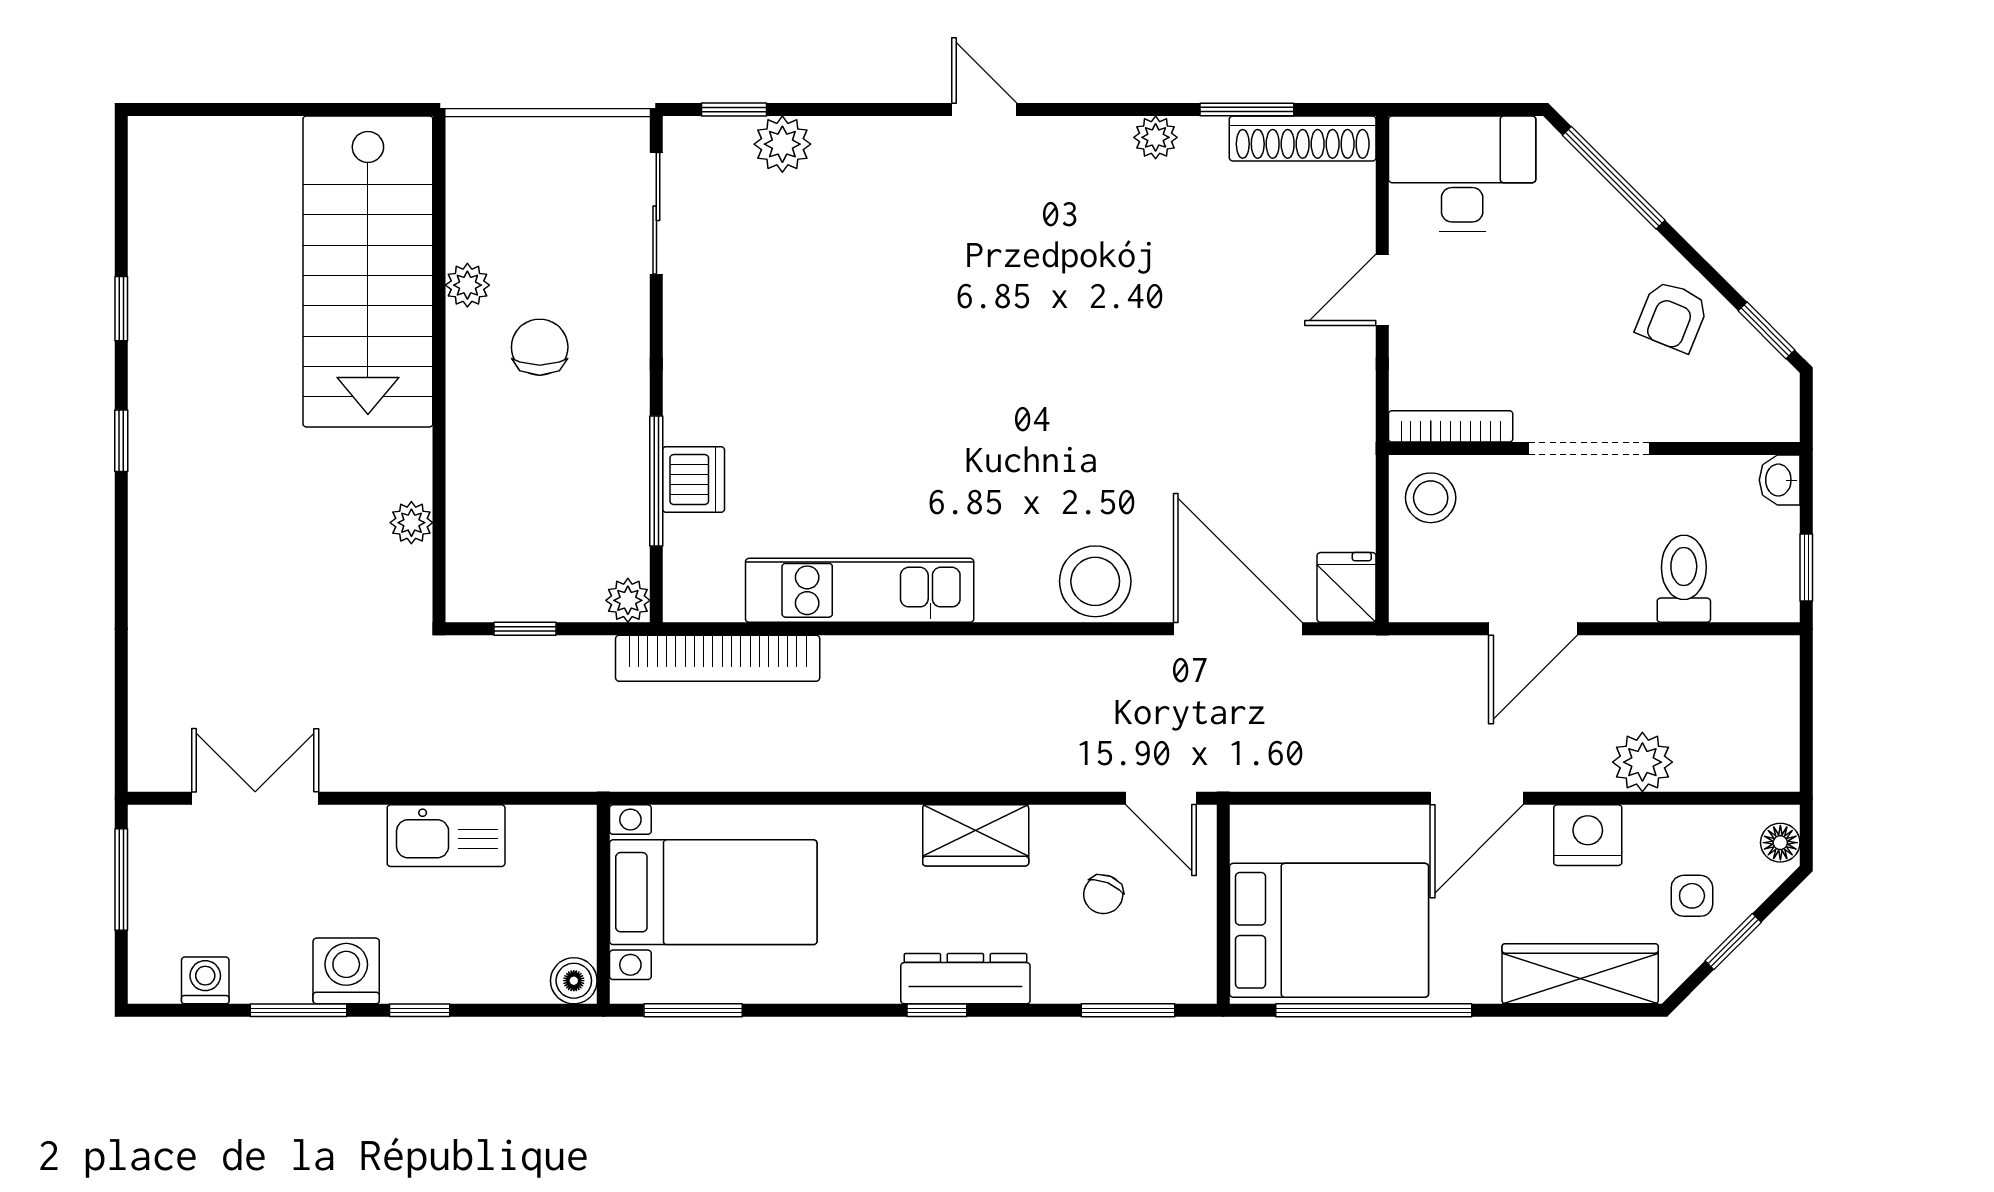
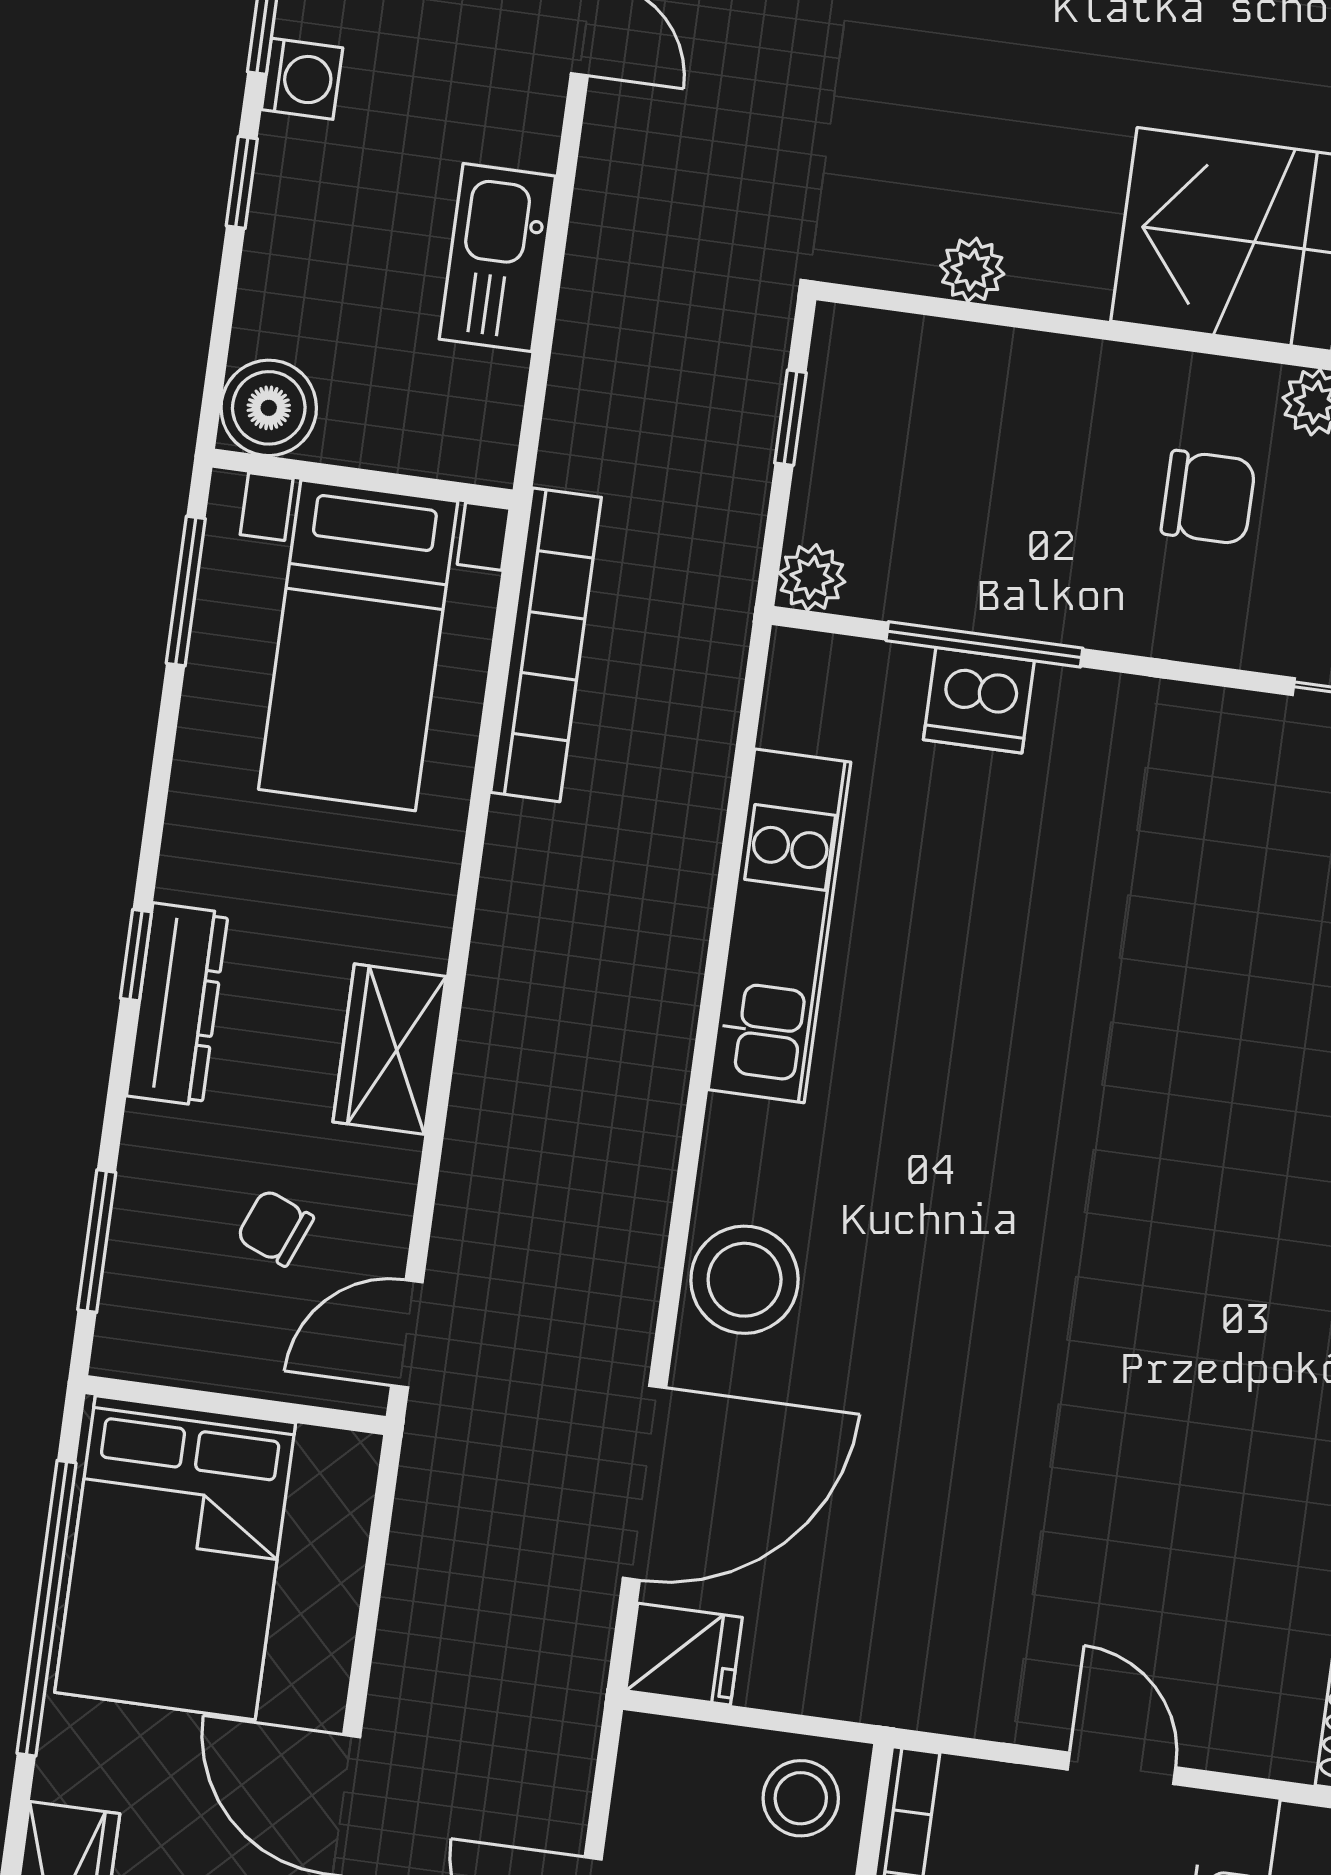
bookcase: (718, 658) -> (546, 645), moved, turned 180
washing machine: (346, 971) -> (302, 79), width x0.73, depth x0.73
boiler: (574, 981) -> (269, 408), width x1.36, depth x1.36

